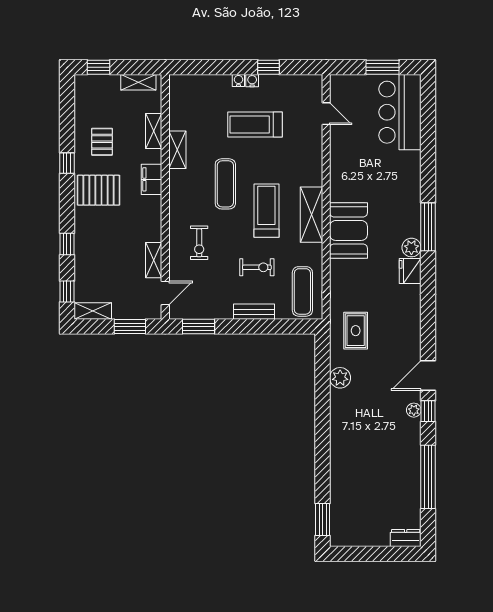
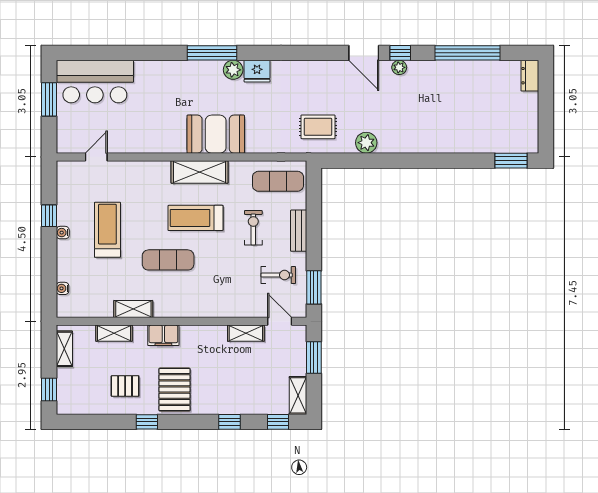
water cooler: (238, 81) -> (62, 288), moved
treadmill: (255, 125) -> (107, 230), turned 180
exercise bike: (199, 243) -> (278, 275), moved

